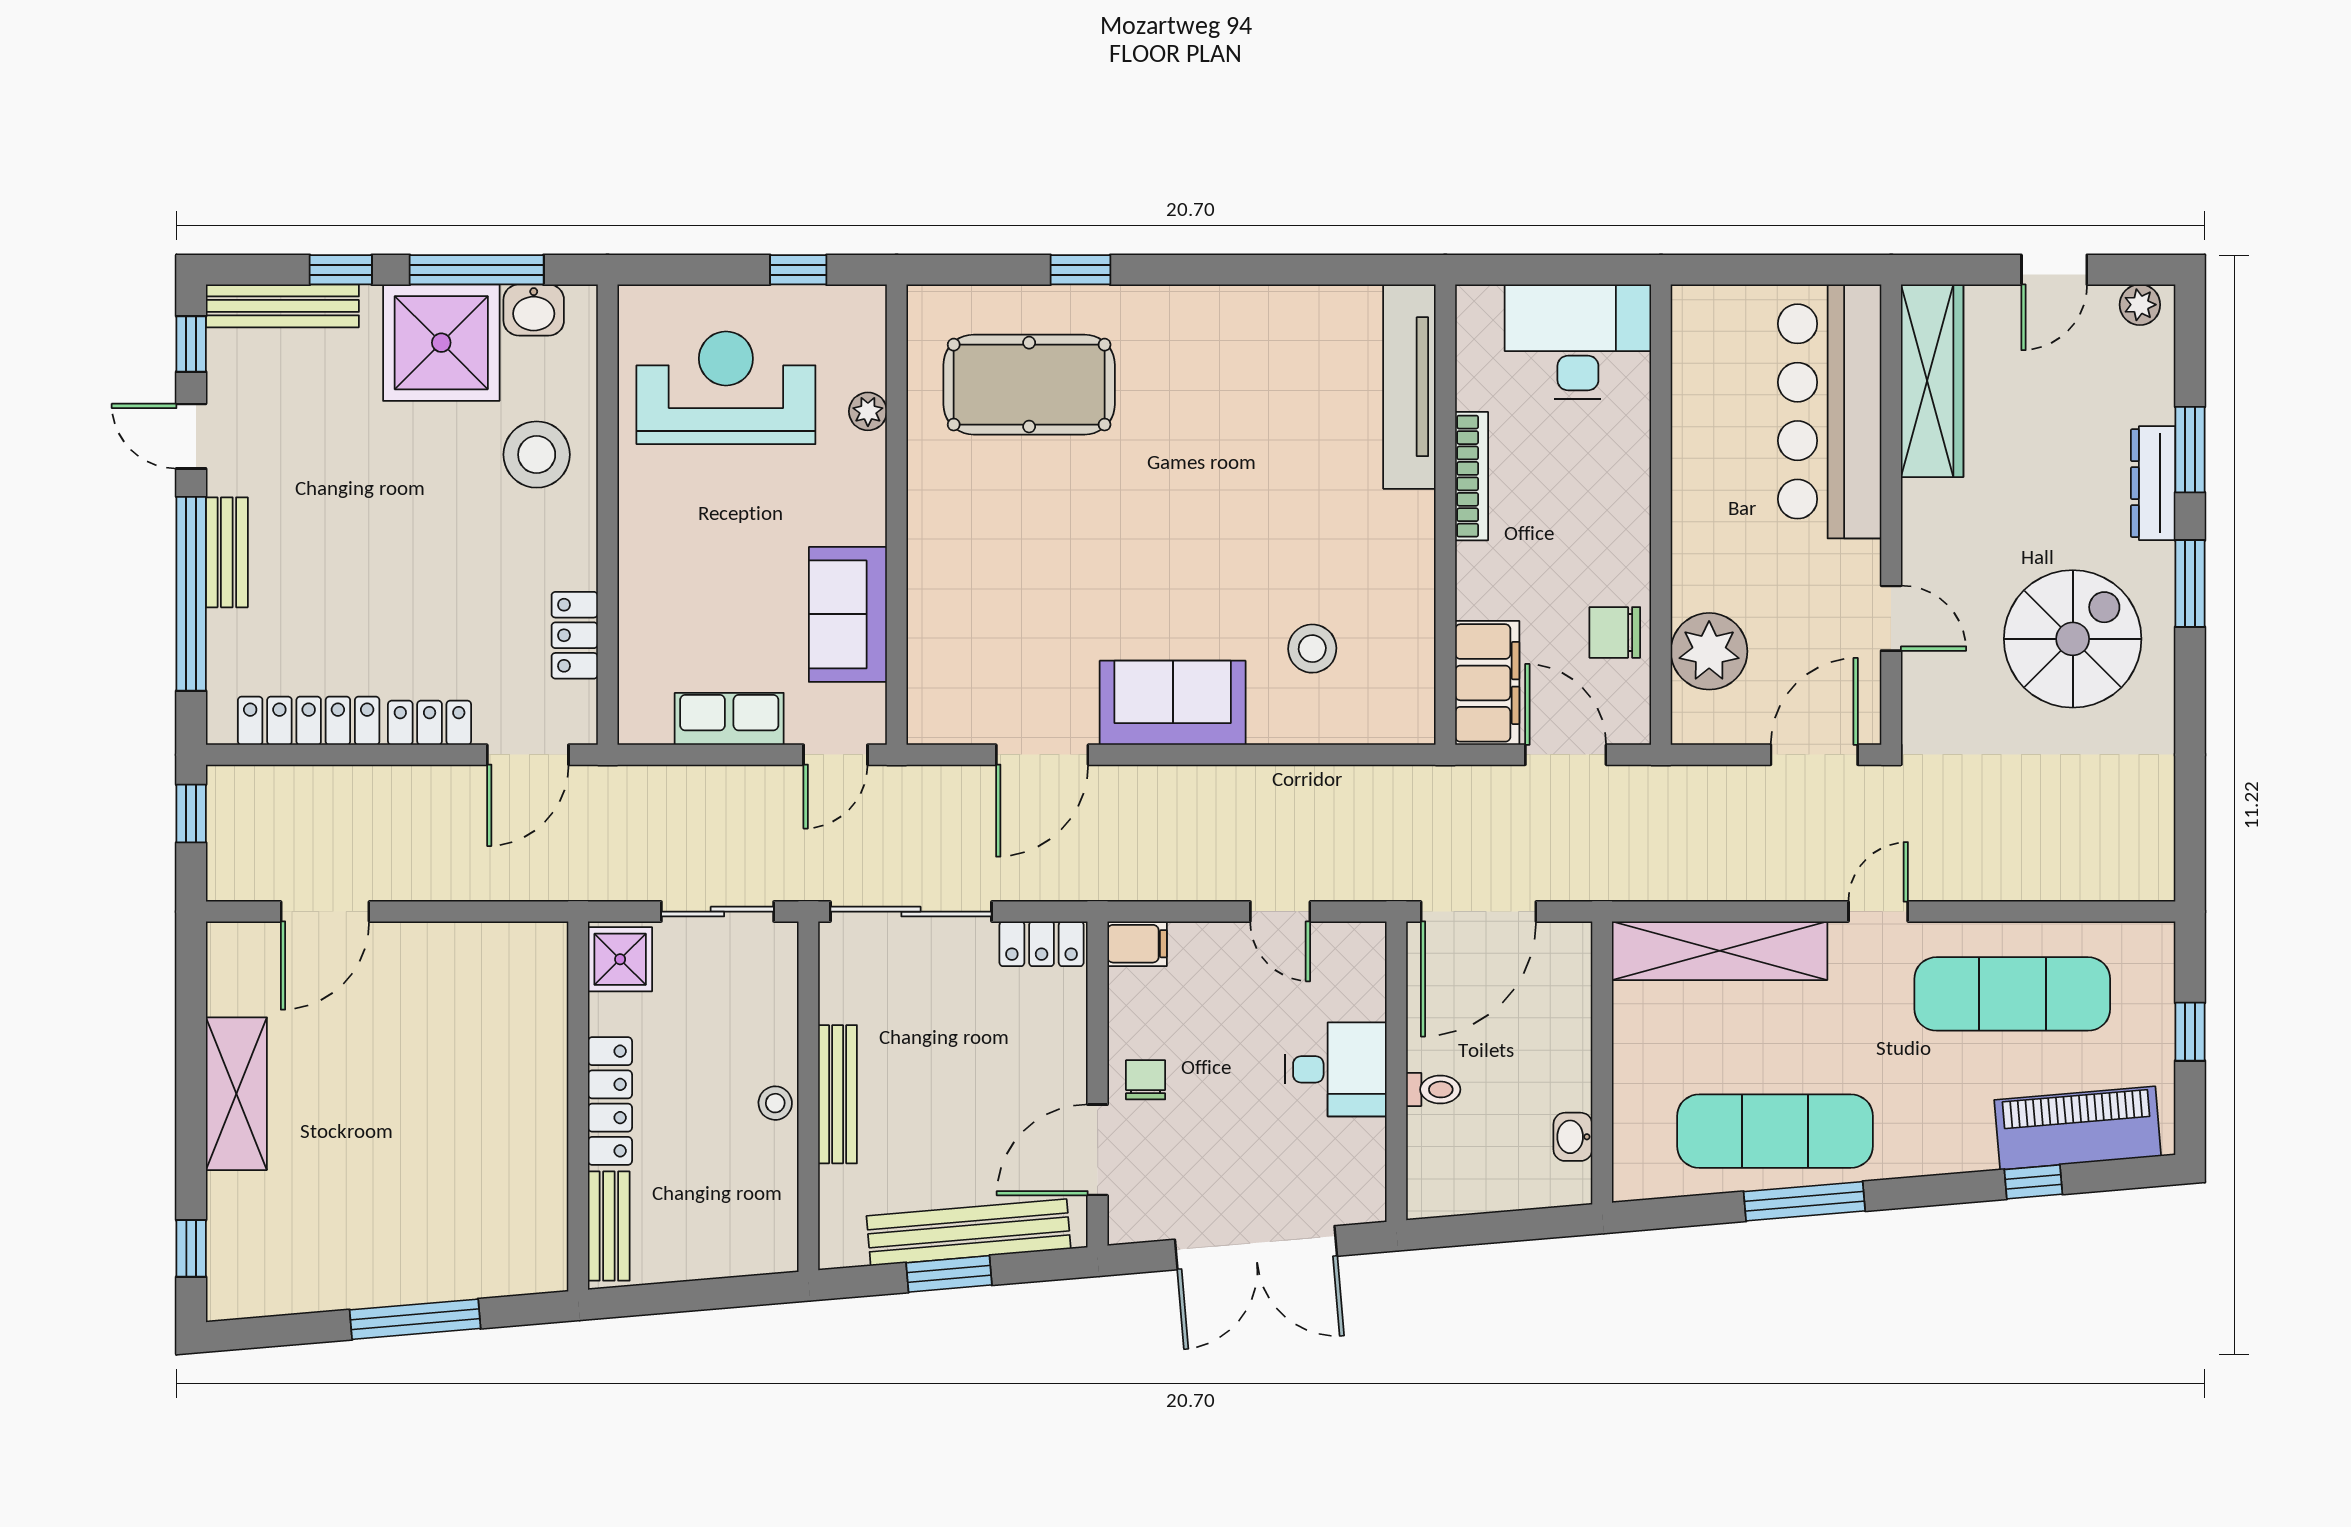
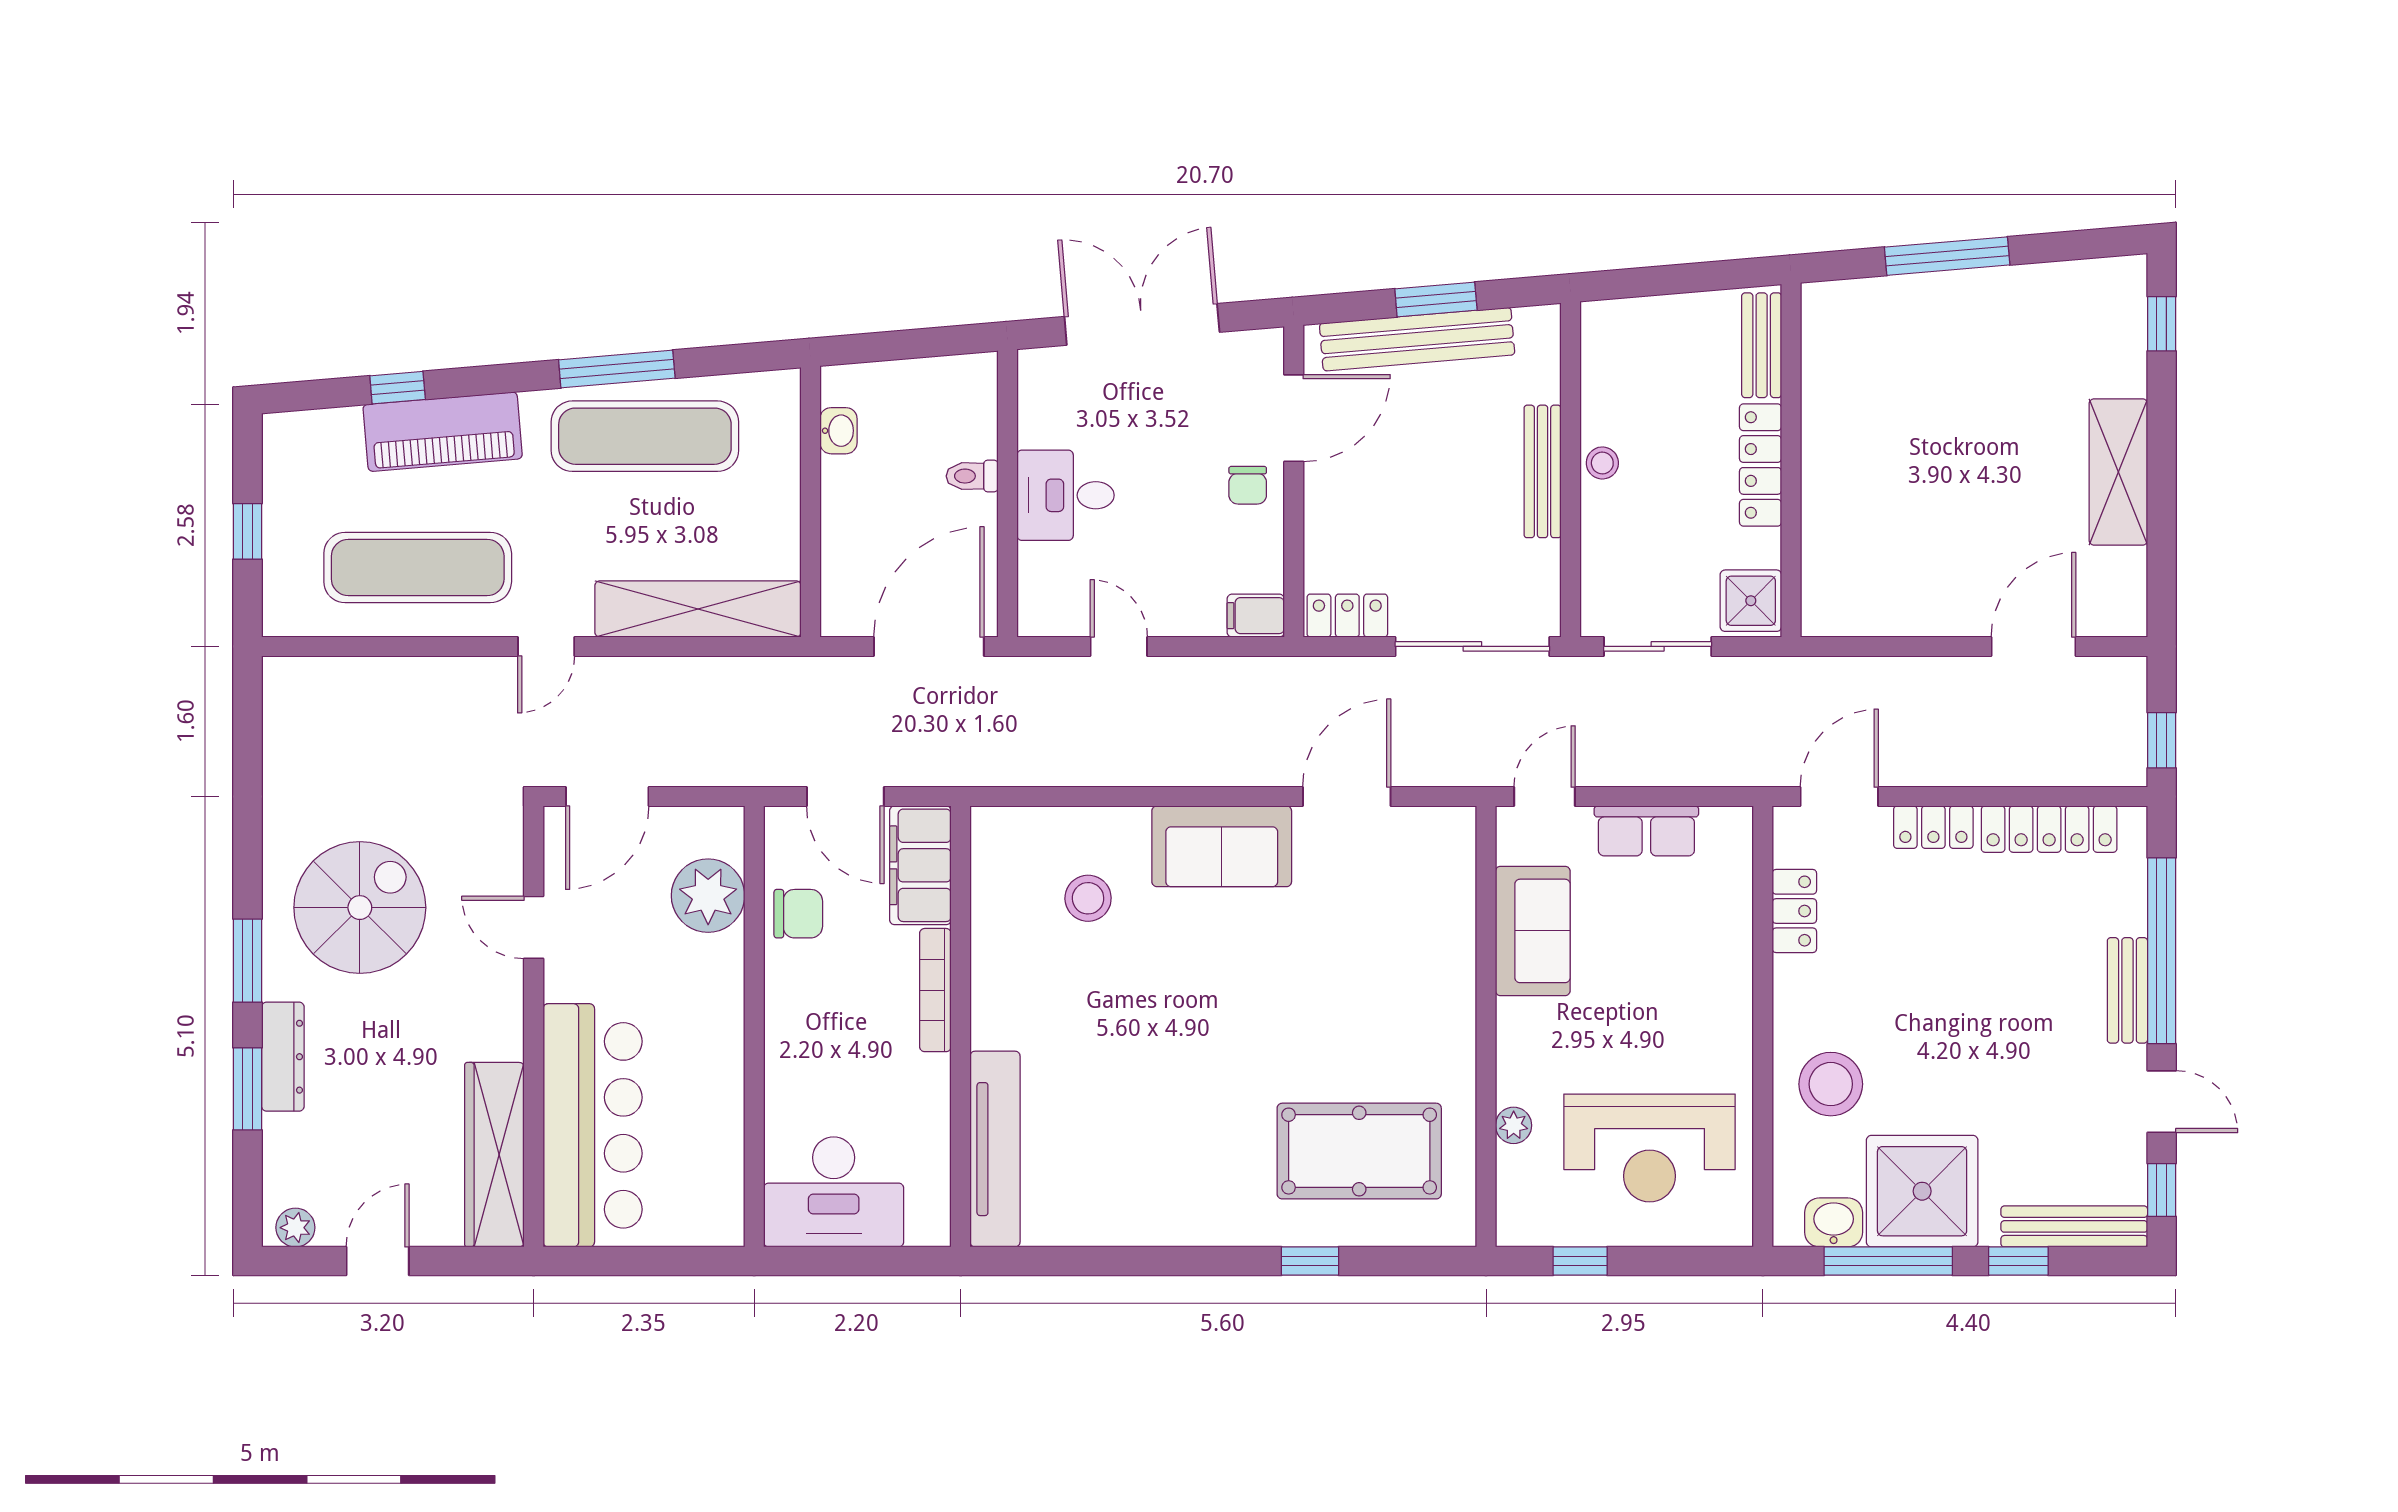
bookcase: (1472, 476) -> (935, 990), moved
spiral stairs: (2073, 639) -> (360, 908), turned 180
piano: (2078, 1128) -> (443, 432), moved

